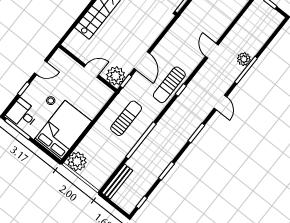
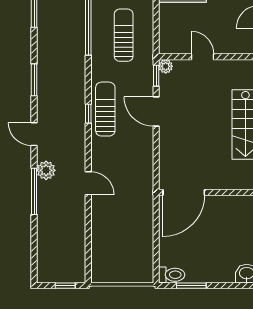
plant: (244, 59) -> (46, 170), moved
door: (91, 71) -> (202, 57), swing flipped
plant: (116, 76) -> (166, 66), width x0.53, depth x0.53
sun lounger: (126, 118) -> (124, 35), turned 180

